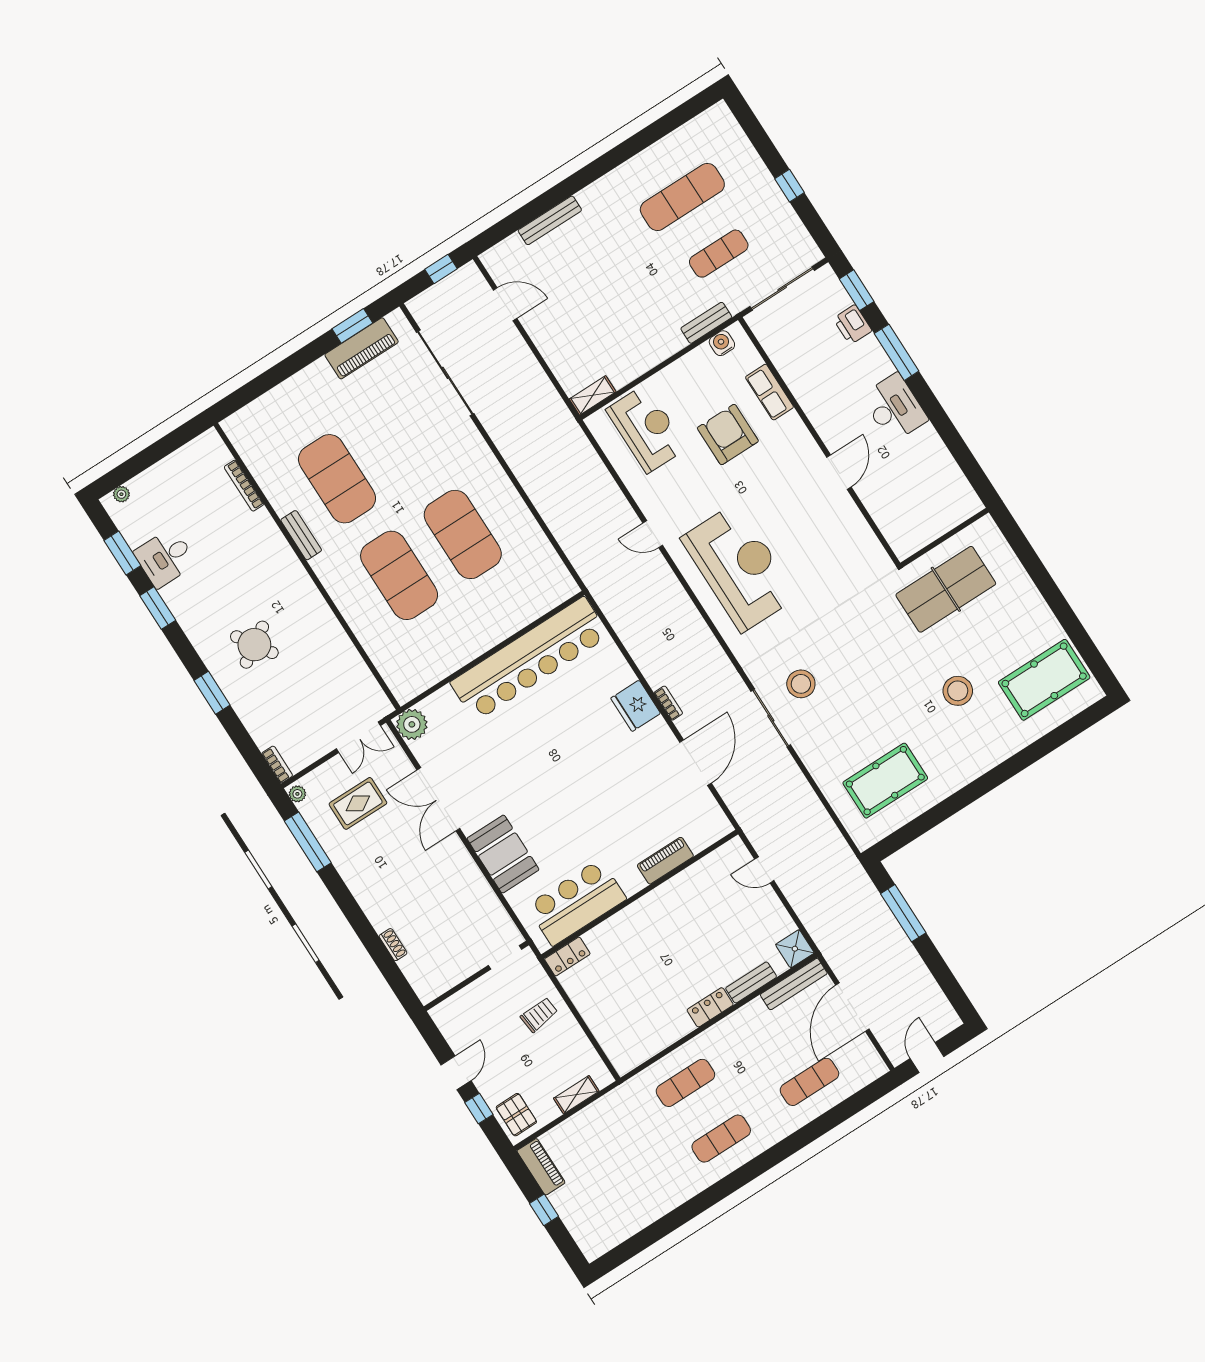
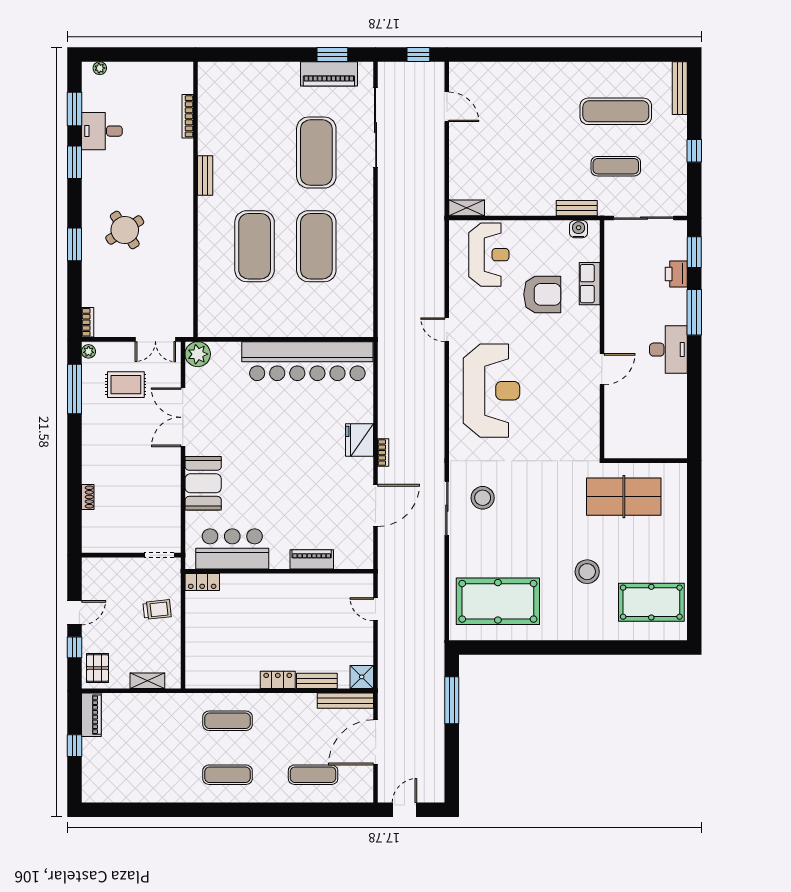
bench: (550, 220) -> (680, 88), moved, turned 90
armchair: (728, 435) -> (542, 294), turned 90
exercise mat: (337, 479) -> (316, 153), moved
pool table: (885, 781) -> (498, 601), width x1.36, depth x1.32

